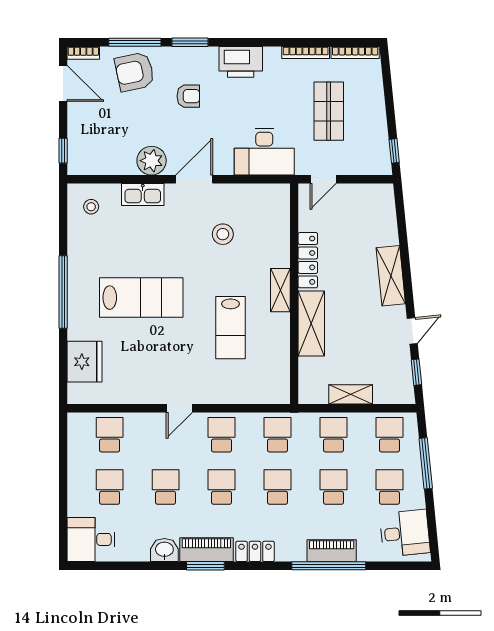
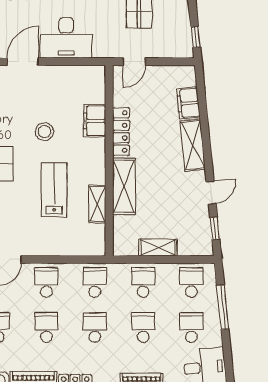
desk: (264, 152) -> (66, 38), moved
filing cabinet: (386, 227) -> (188, 103), added
stool: (223, 234) -> (45, 132), moved
filing cabinet: (277, 248) -> (95, 121), added
shelving: (280, 290) -> (97, 204), moved
lab bench: (231, 328) -> (54, 190), turned 180

